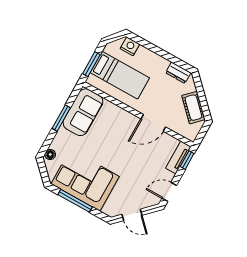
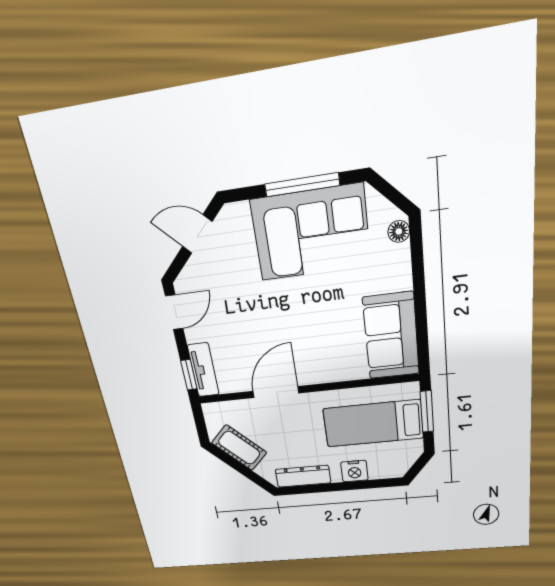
nightstand: (130, 46) -> (354, 471), moved
dresser: (178, 73) -> (303, 476), width x1.44
window: (61, 118) -> (420, 303), removed

